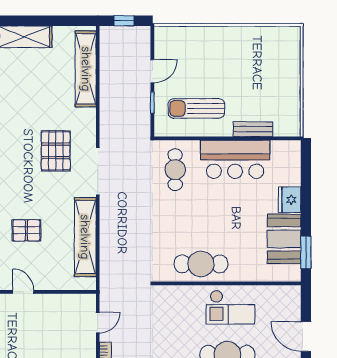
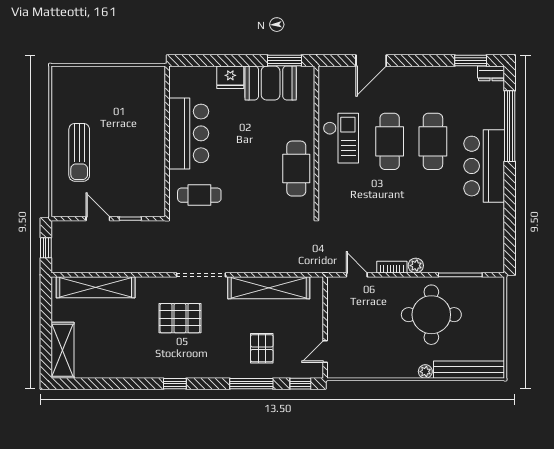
sun lounger: (196, 108) -> (79, 152), moved
bench: (253, 129) -> (158, 115), removed

